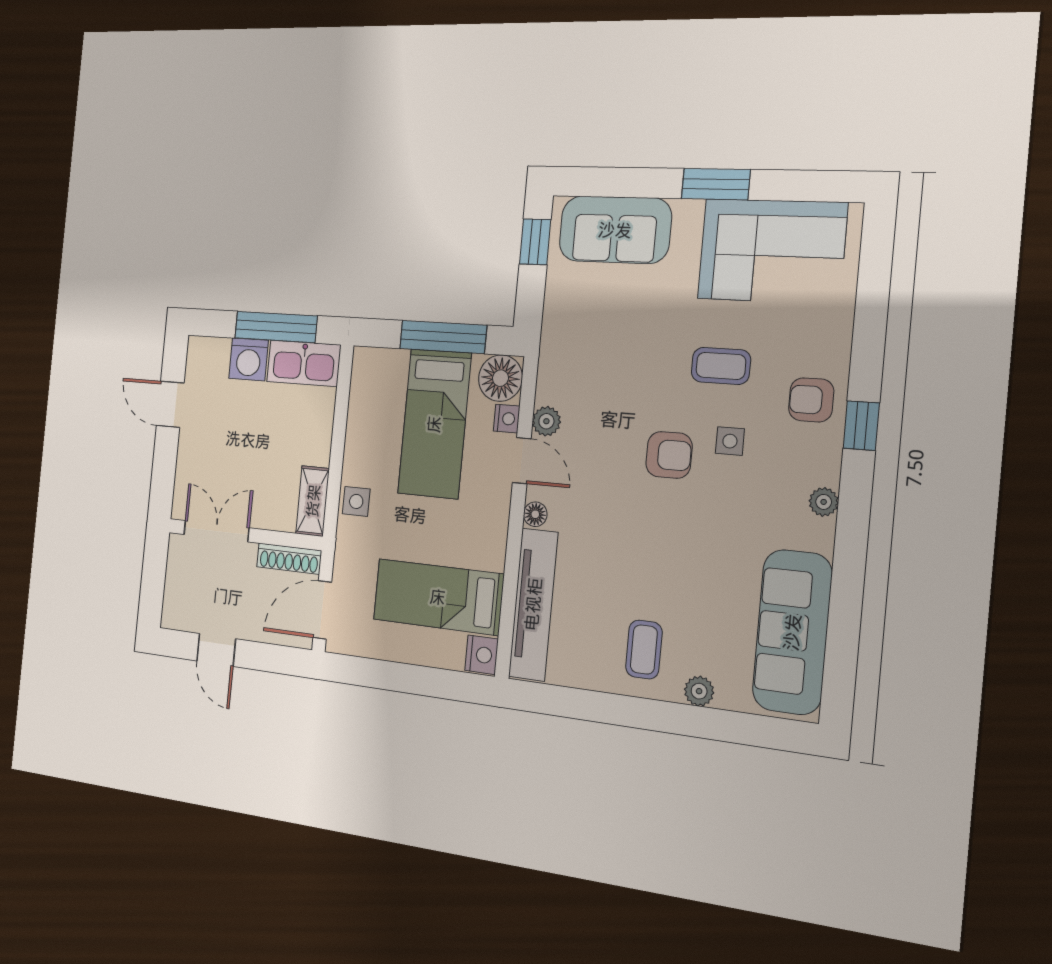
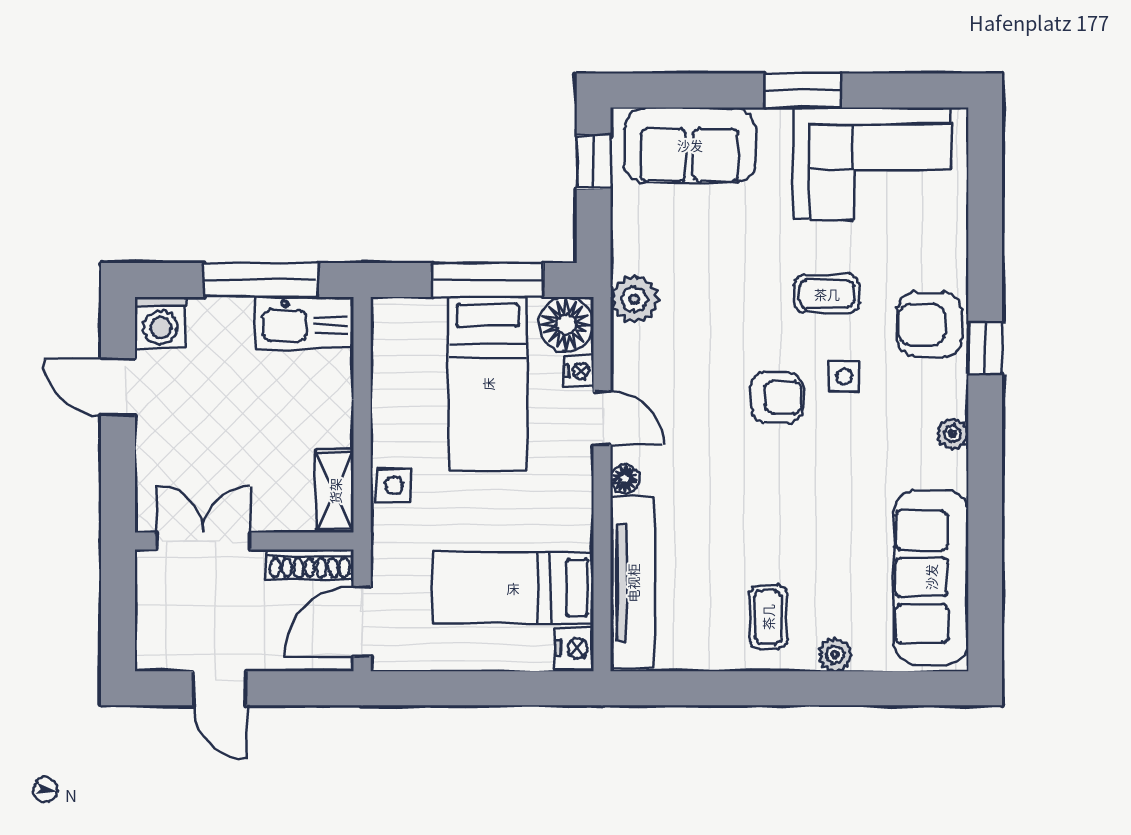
washing machine: (249, 359) -> (161, 323), moved
armchair: (811, 400) -> (930, 325), width x1.38, depth x1.38
plant: (546, 421) -> (634, 299), moved, width x1.38, depth x1.38

